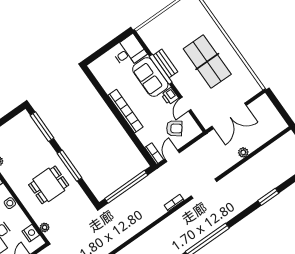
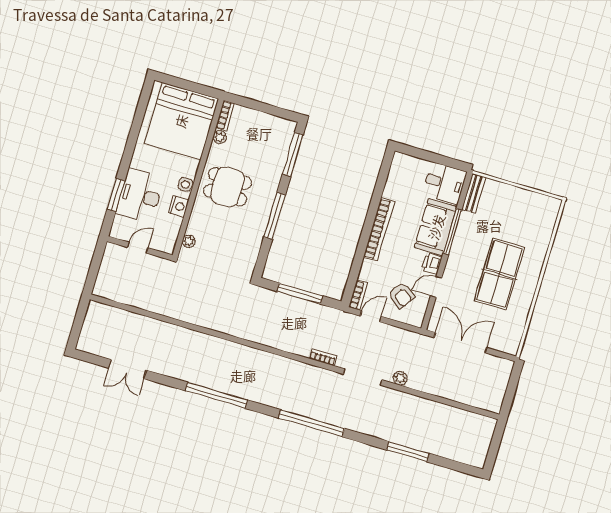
bench: (165, 63) -> (474, 193), moved
double door: (229, 116) -> (460, 343), swing flipped
plant: (243, 152) -> (400, 378), moved
dining table: (49, 185) -> (228, 187), moved
window: (126, 187) -> (300, 294), width x0.68
window: (268, 197) -> (408, 452), width x1.44
nightstand: (31, 233) -> (179, 206), moved

